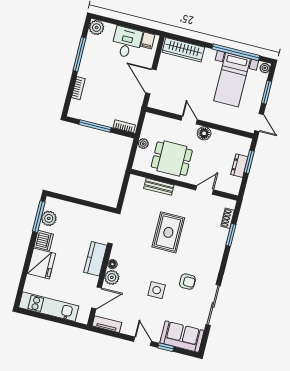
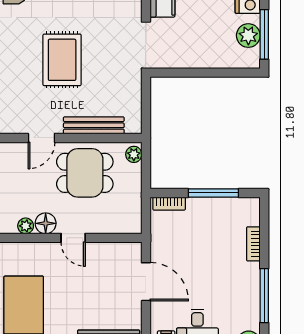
plant: (217, 135) -> (26, 226), added
plant: (143, 144) -> (134, 154), moved
bench: (159, 187) -> (94, 125), width x1.36
door: (205, 190) -> (41, 138), moved

